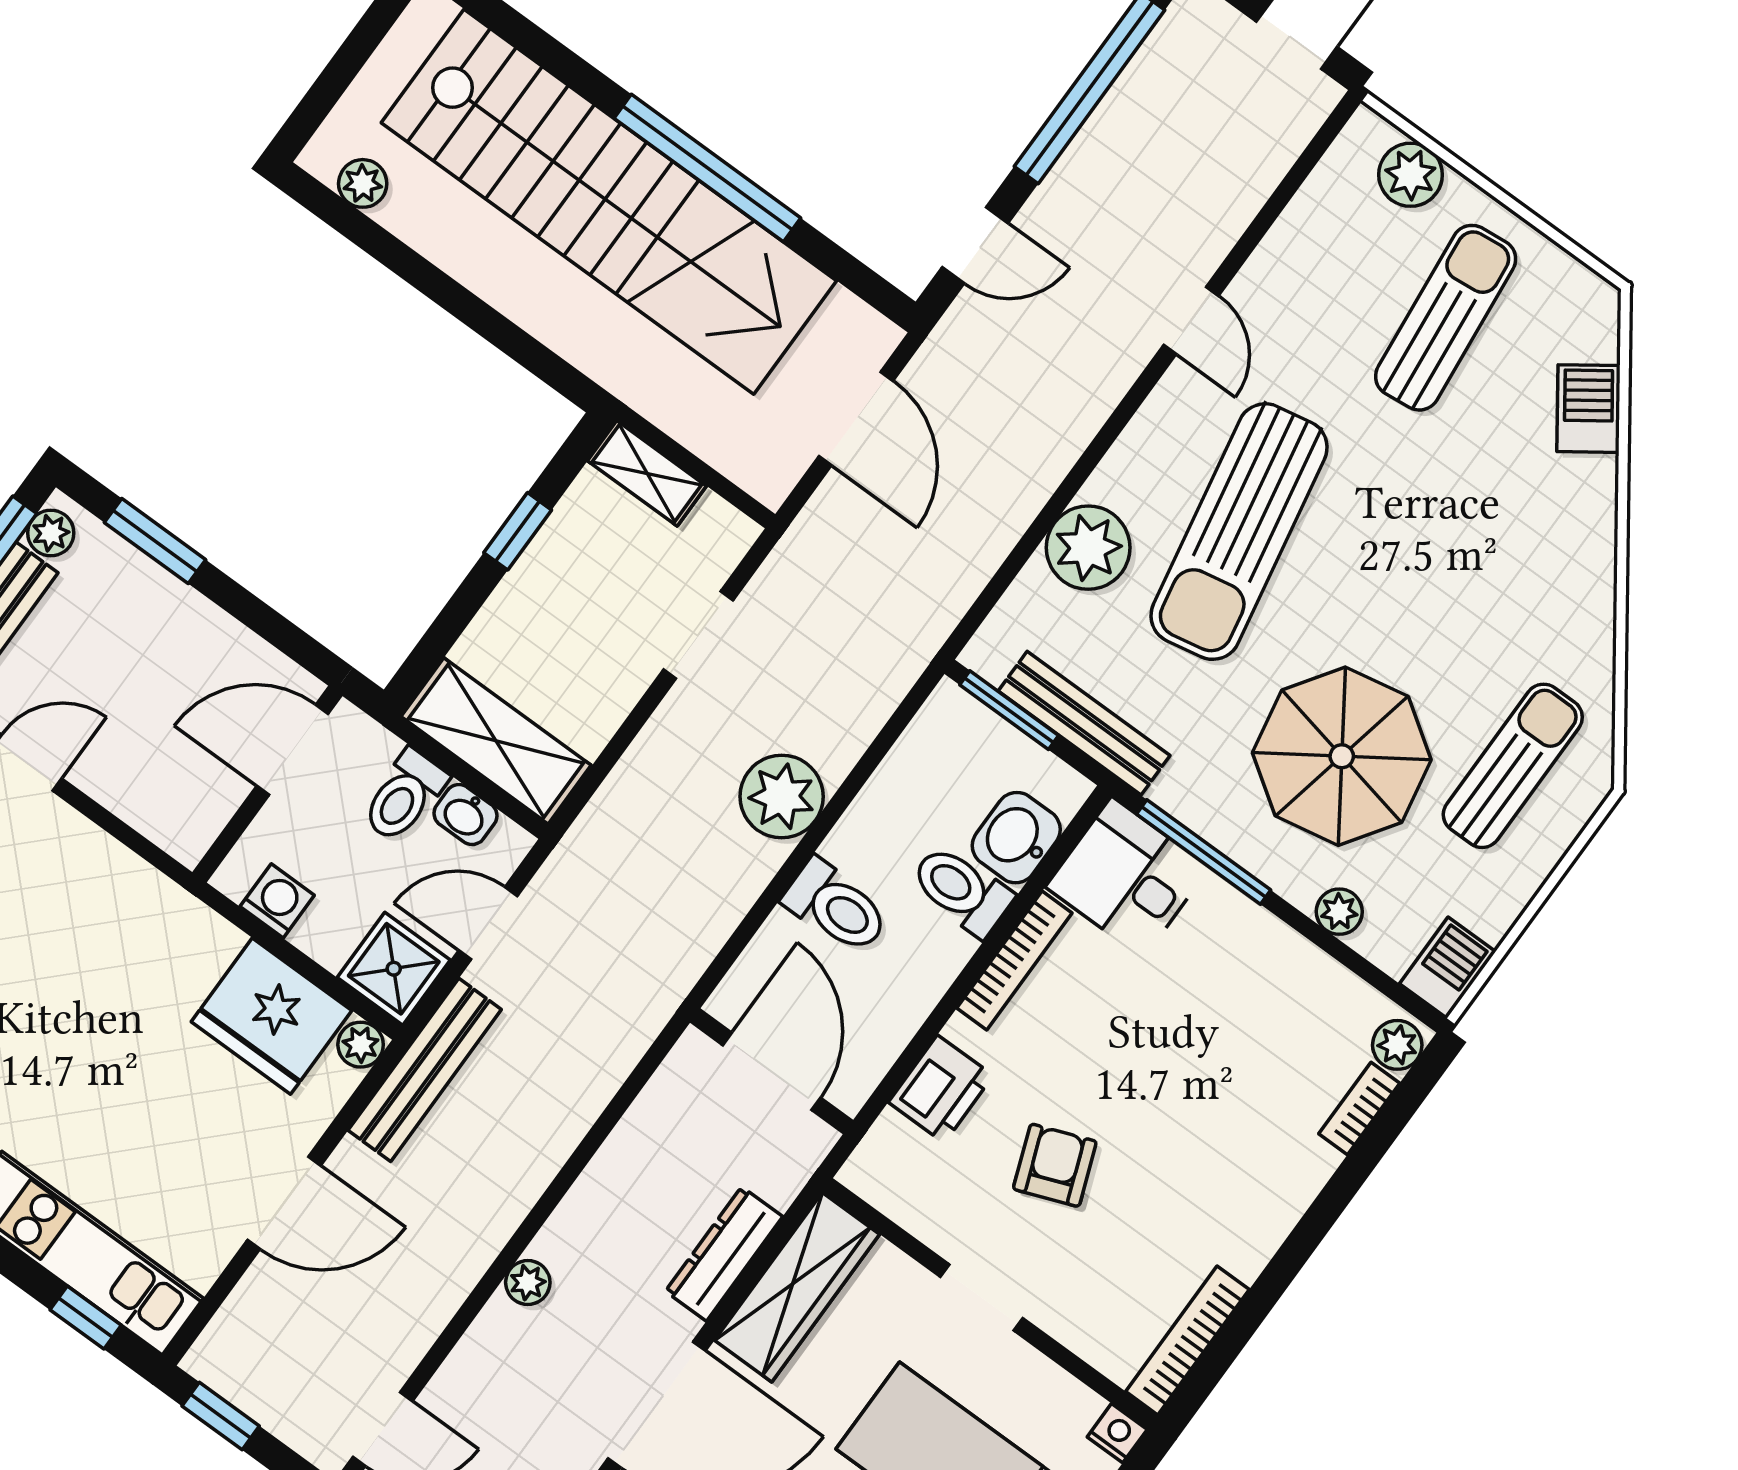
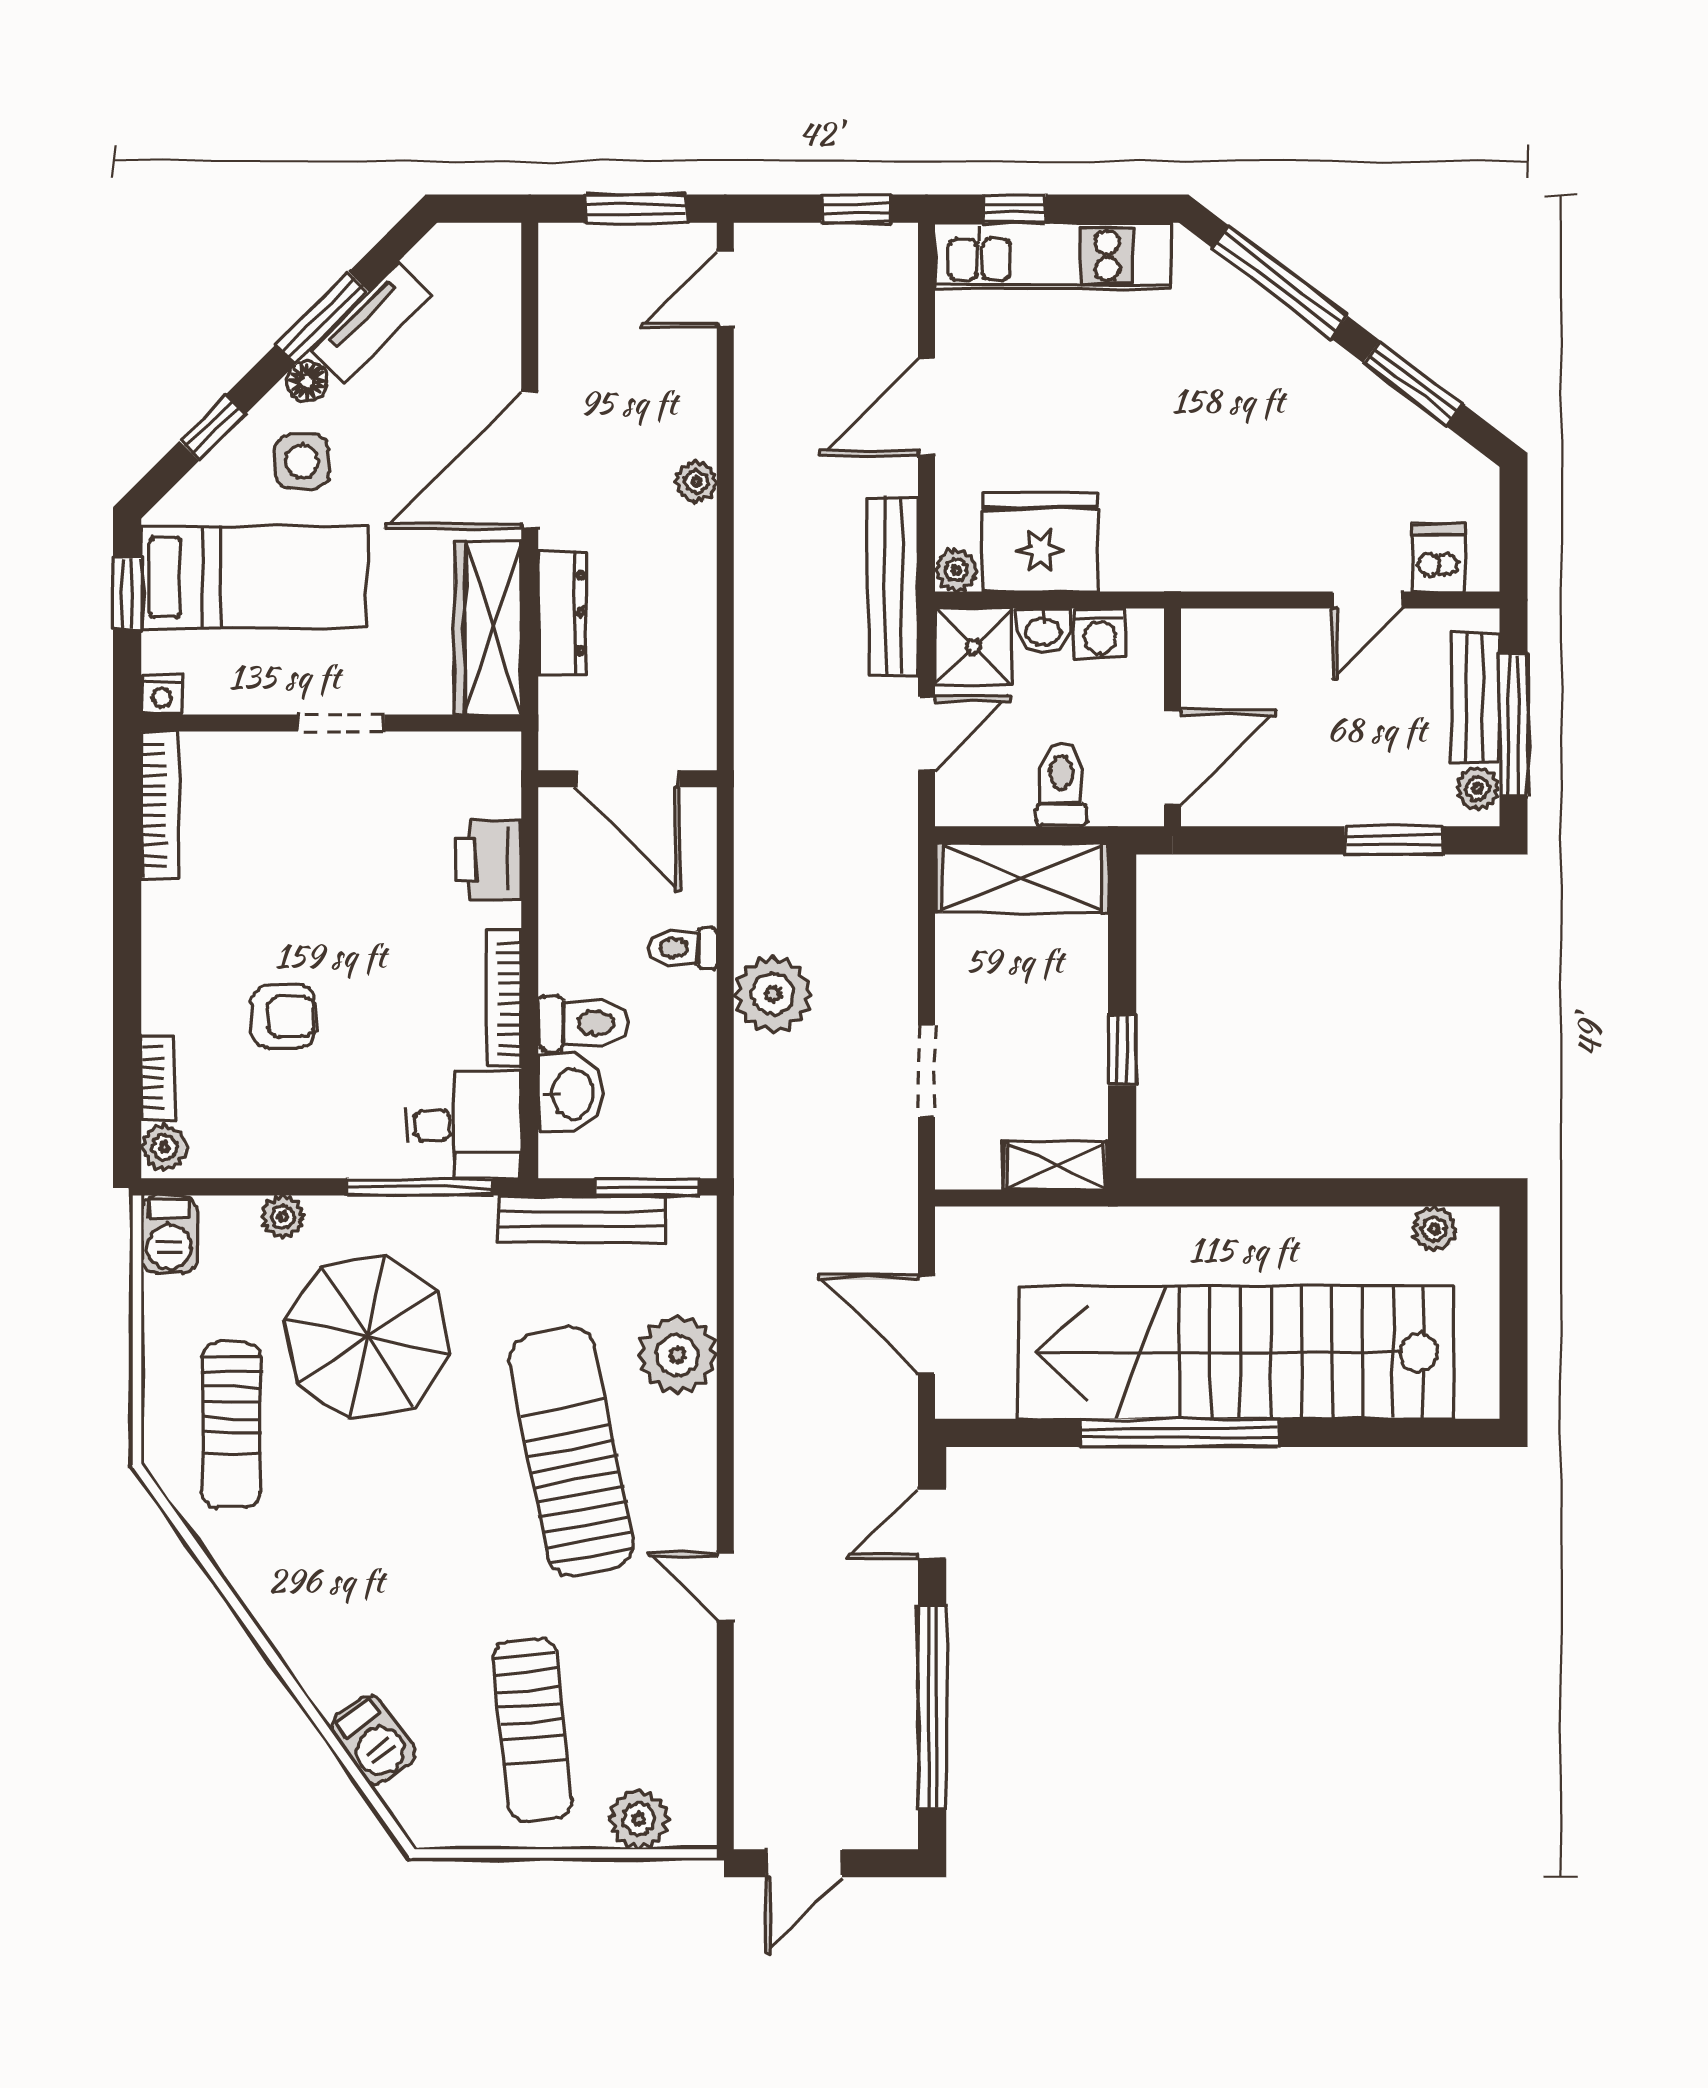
washbasin: (465, 815) -> (1043, 630), moved, turned 180
toilet: (836, 907) -> (683, 948), width x0.73, depth x0.72
armchair: (1055, 1165) -> (283, 1017), moved, turned -69

